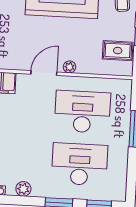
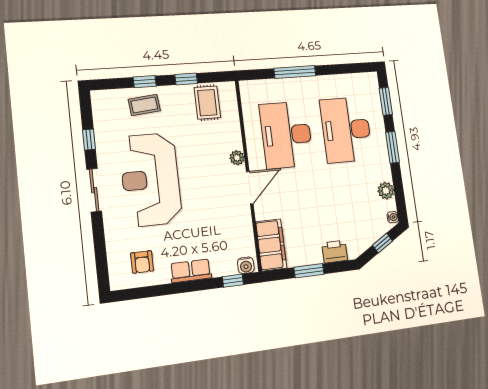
door: (44, 73) -> (250, 188), swing flipped

